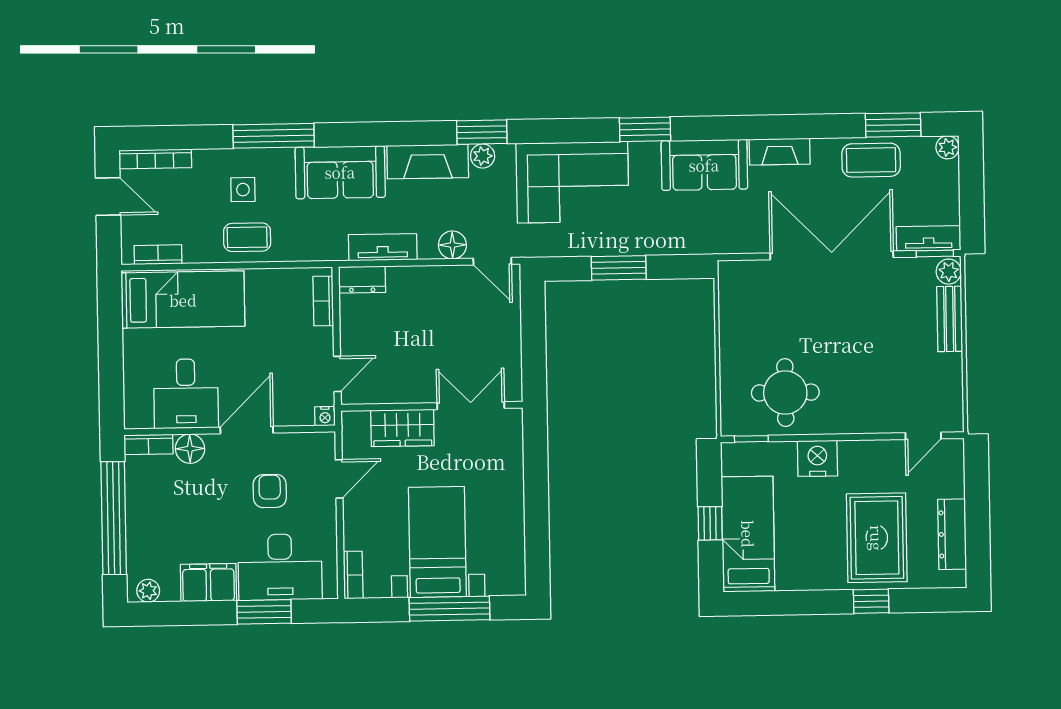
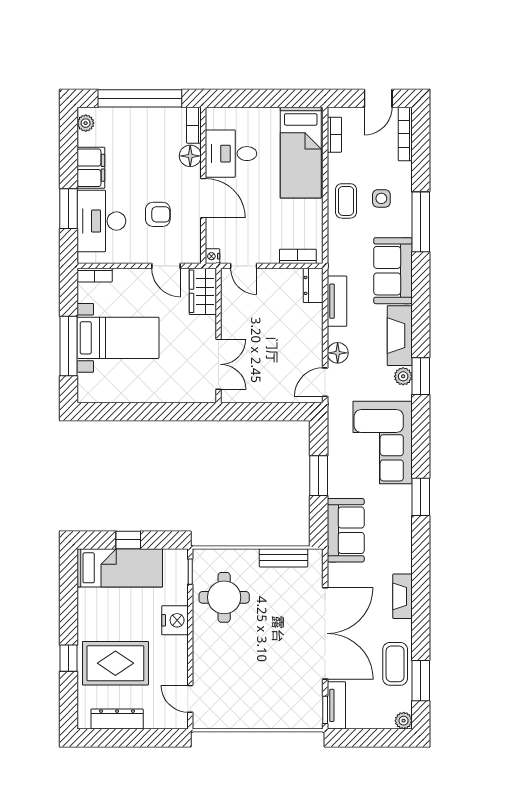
sofa: (704, 165) -> (346, 530), moved, turned 180
plant: (949, 272) -> (312, 720), removed
bench: (950, 319) -> (284, 558), moved
wardrobe: (402, 428) -> (203, 291), moved

